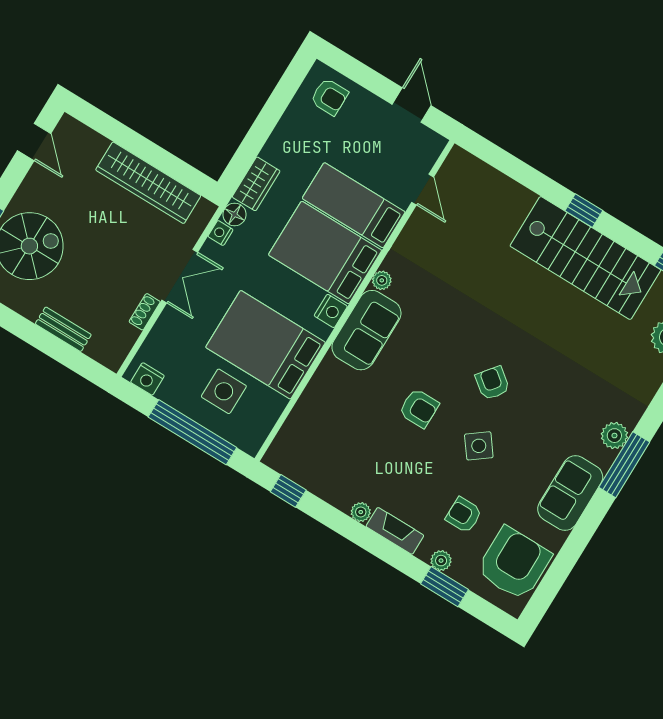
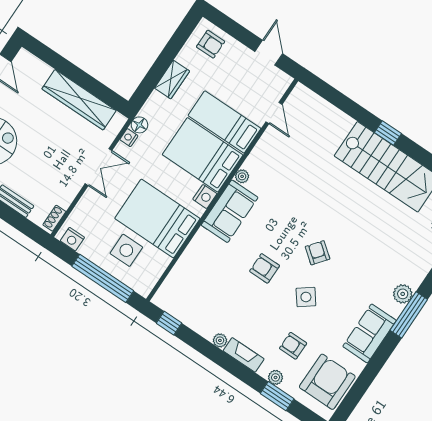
wardrobe: (256, 184) -> (172, 80), moved
shoe rack: (145, 312) -> (54, 218), moved
armchair: (419, 408) -> (265, 268), turned 180

